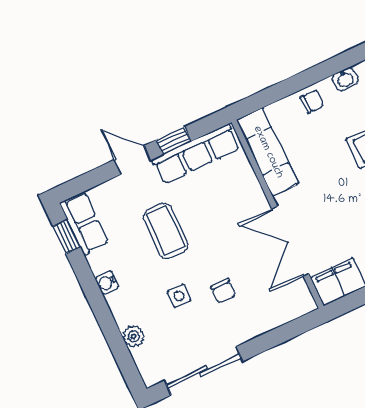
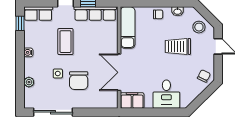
row of seats: (84, 223) -> (38, 14), moved, turned 90
chair: (223, 291) -> (79, 81), width x1.87, depth x1.87

